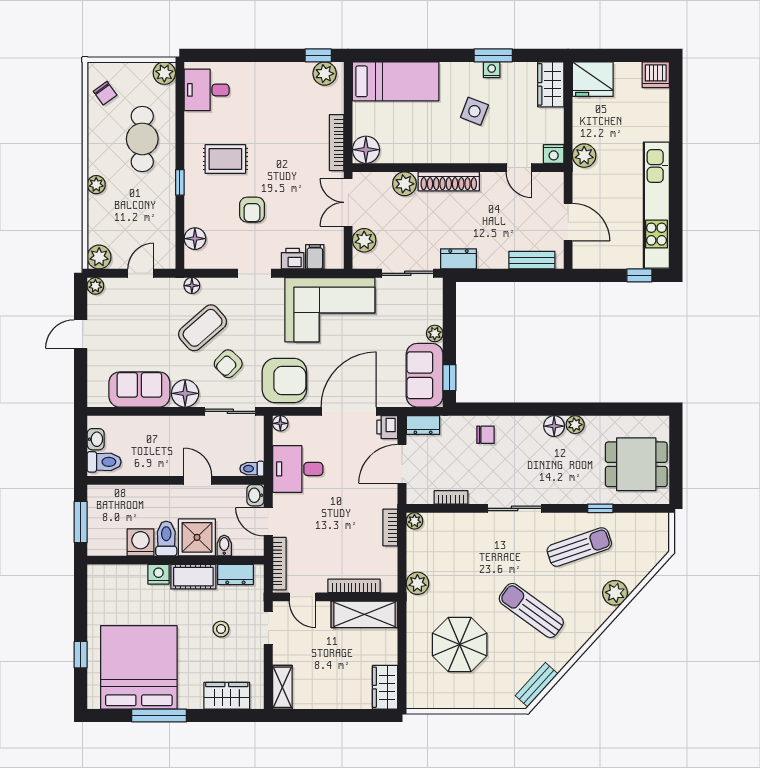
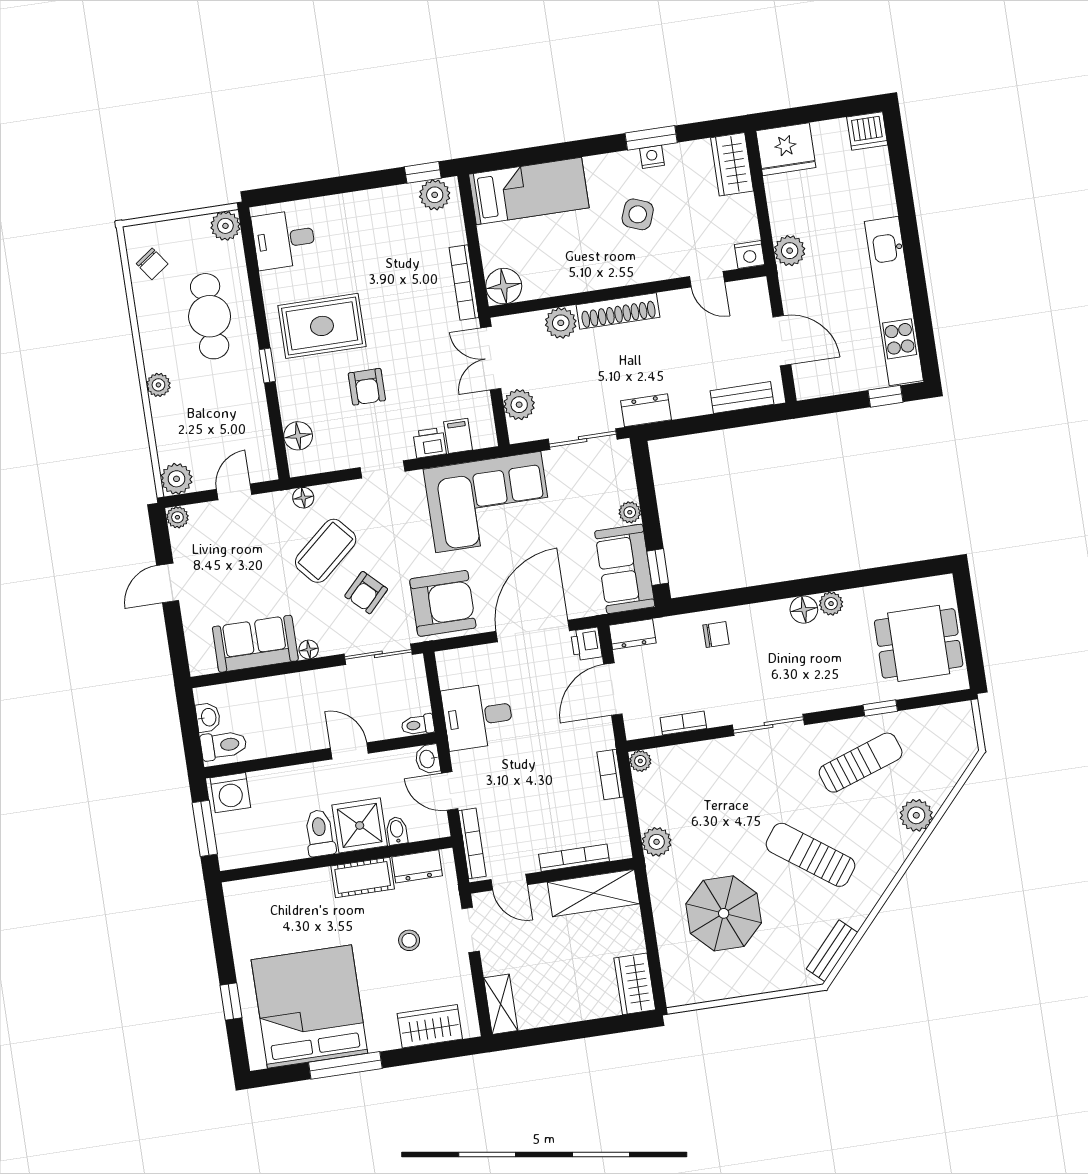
rug: (225, 159) -> (322, 326), width x1.36, depth x1.43
floor lamp: (185, 393) -> (309, 649), width x0.53, depth x0.53
floor lamp: (280, 423) -> (446, 660), removed
washing machine: (140, 542) -> (230, 793), moved, turned 180
nightstand: (159, 574) -> (317, 881), removed

